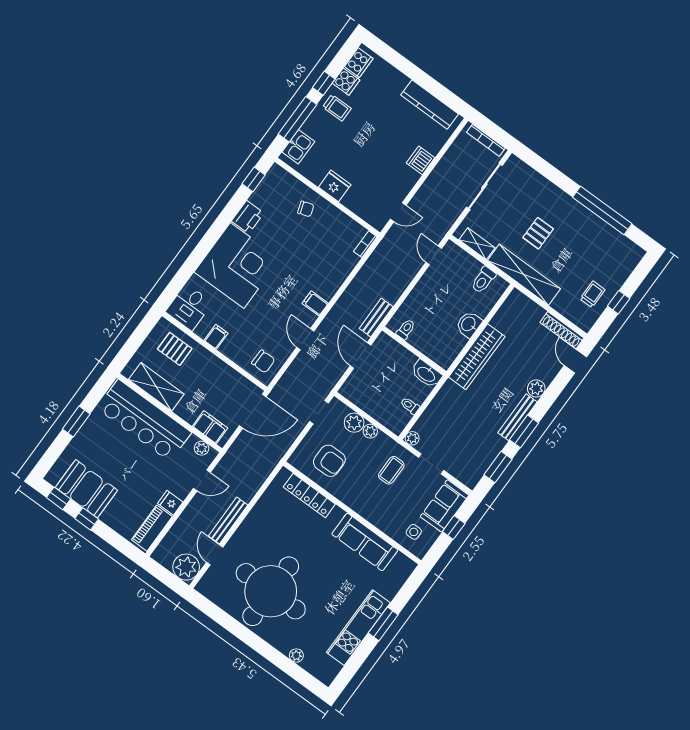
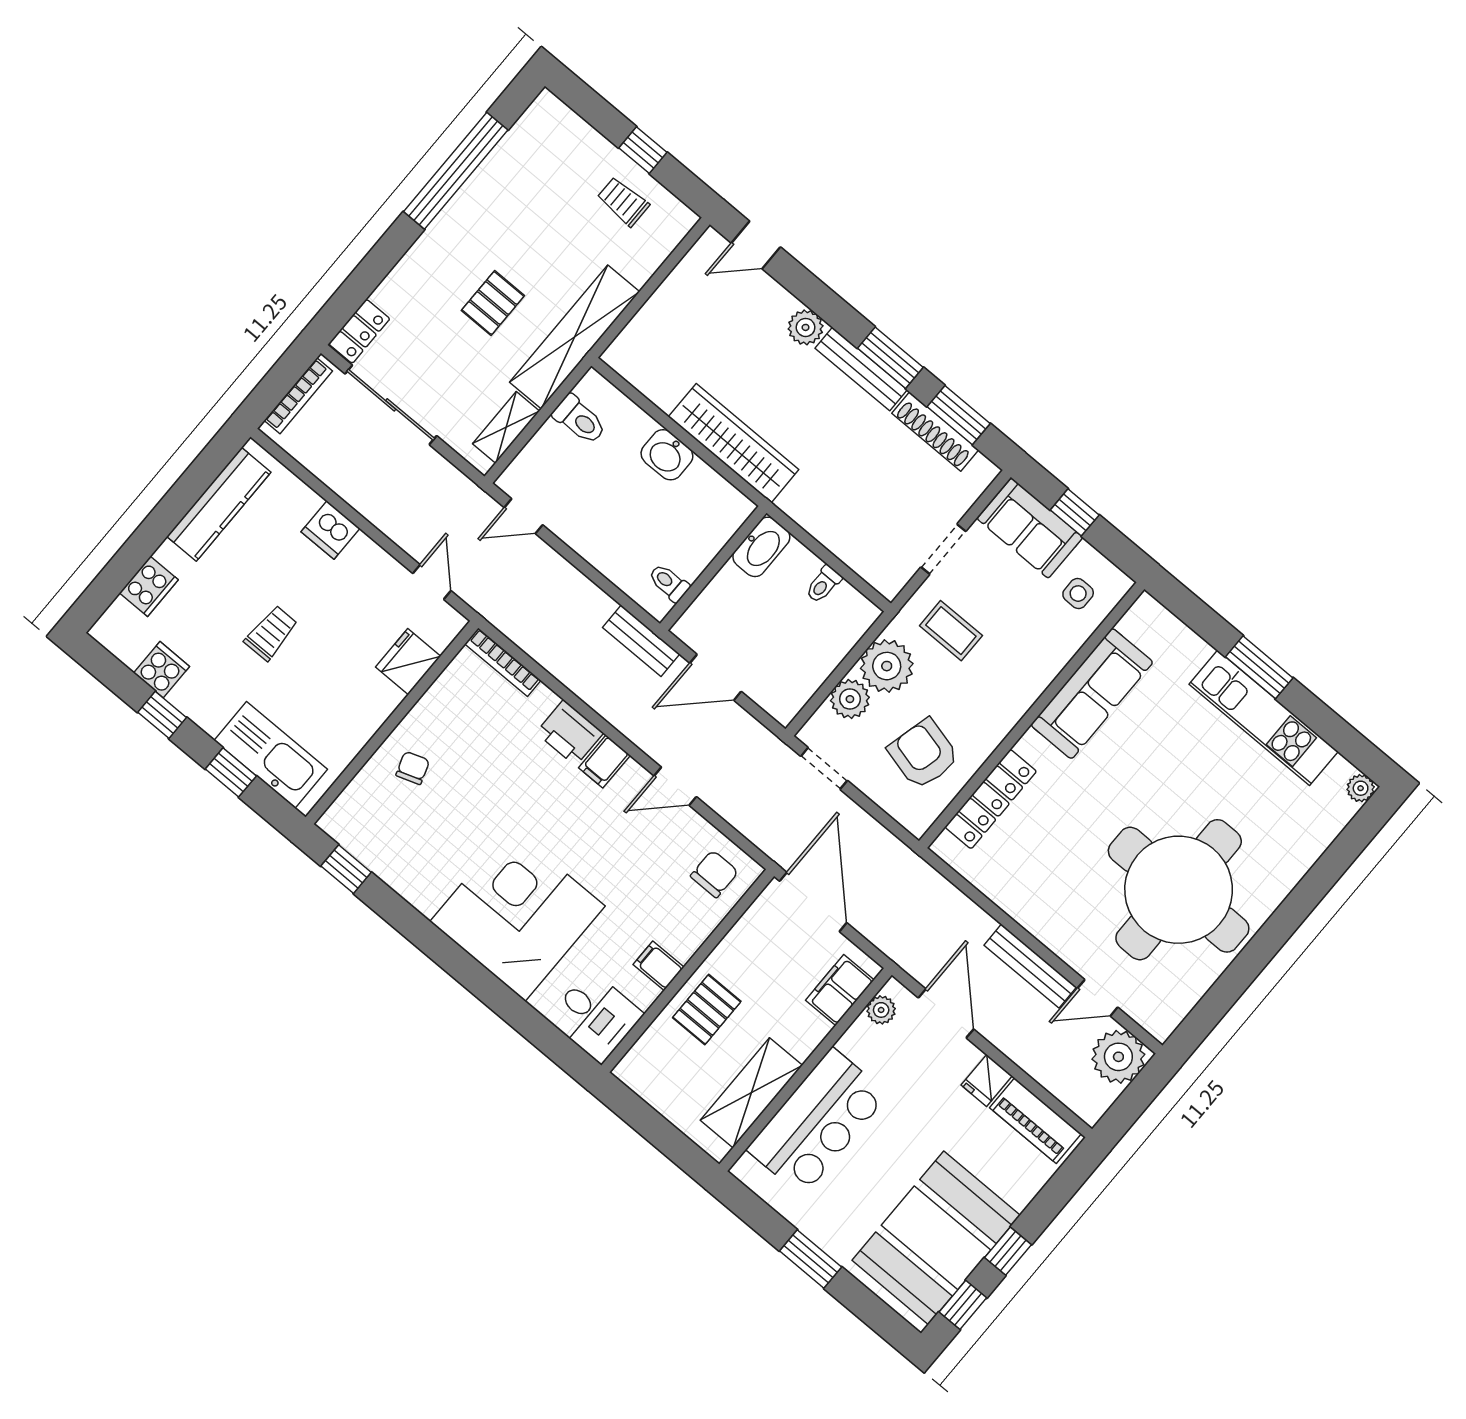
cooker: (359, 63) -> (149, 586), moved, turned 90
trolley: (337, 108) -> (271, 633), moved
window: (298, 119) -> (231, 772), width x0.46
kitchen sink: (298, 147) -> (271, 755), width x1.87, depth x1.24
locker: (520, 168) -> (359, 331), added
fridge: (335, 186) -> (408, 662), moved
printer: (248, 217) -> (570, 733), moved, turned 180
pallet: (538, 233) -> (493, 303), turned 90
bookcase: (365, 244) -> (503, 662), width x1.56
shoe rack: (562, 330) -> (935, 432), moved, turned 90
pallet: (175, 349) -> (707, 1010), moved
bar counter: (144, 420) -> (817, 1122), width x0.73
plant: (370, 431) -> (887, 666), width x1.88, depth x1.88
plant: (412, 438) -> (889, 584), removed
armchair: (329, 461) -> (923, 754), turned -76
door: (202, 480) -> (946, 1013), width x1.38
booth: (86, 489) -> (936, 1238), width x1.36, depth x1.42
plant: (296, 656) -> (1361, 788), moved

